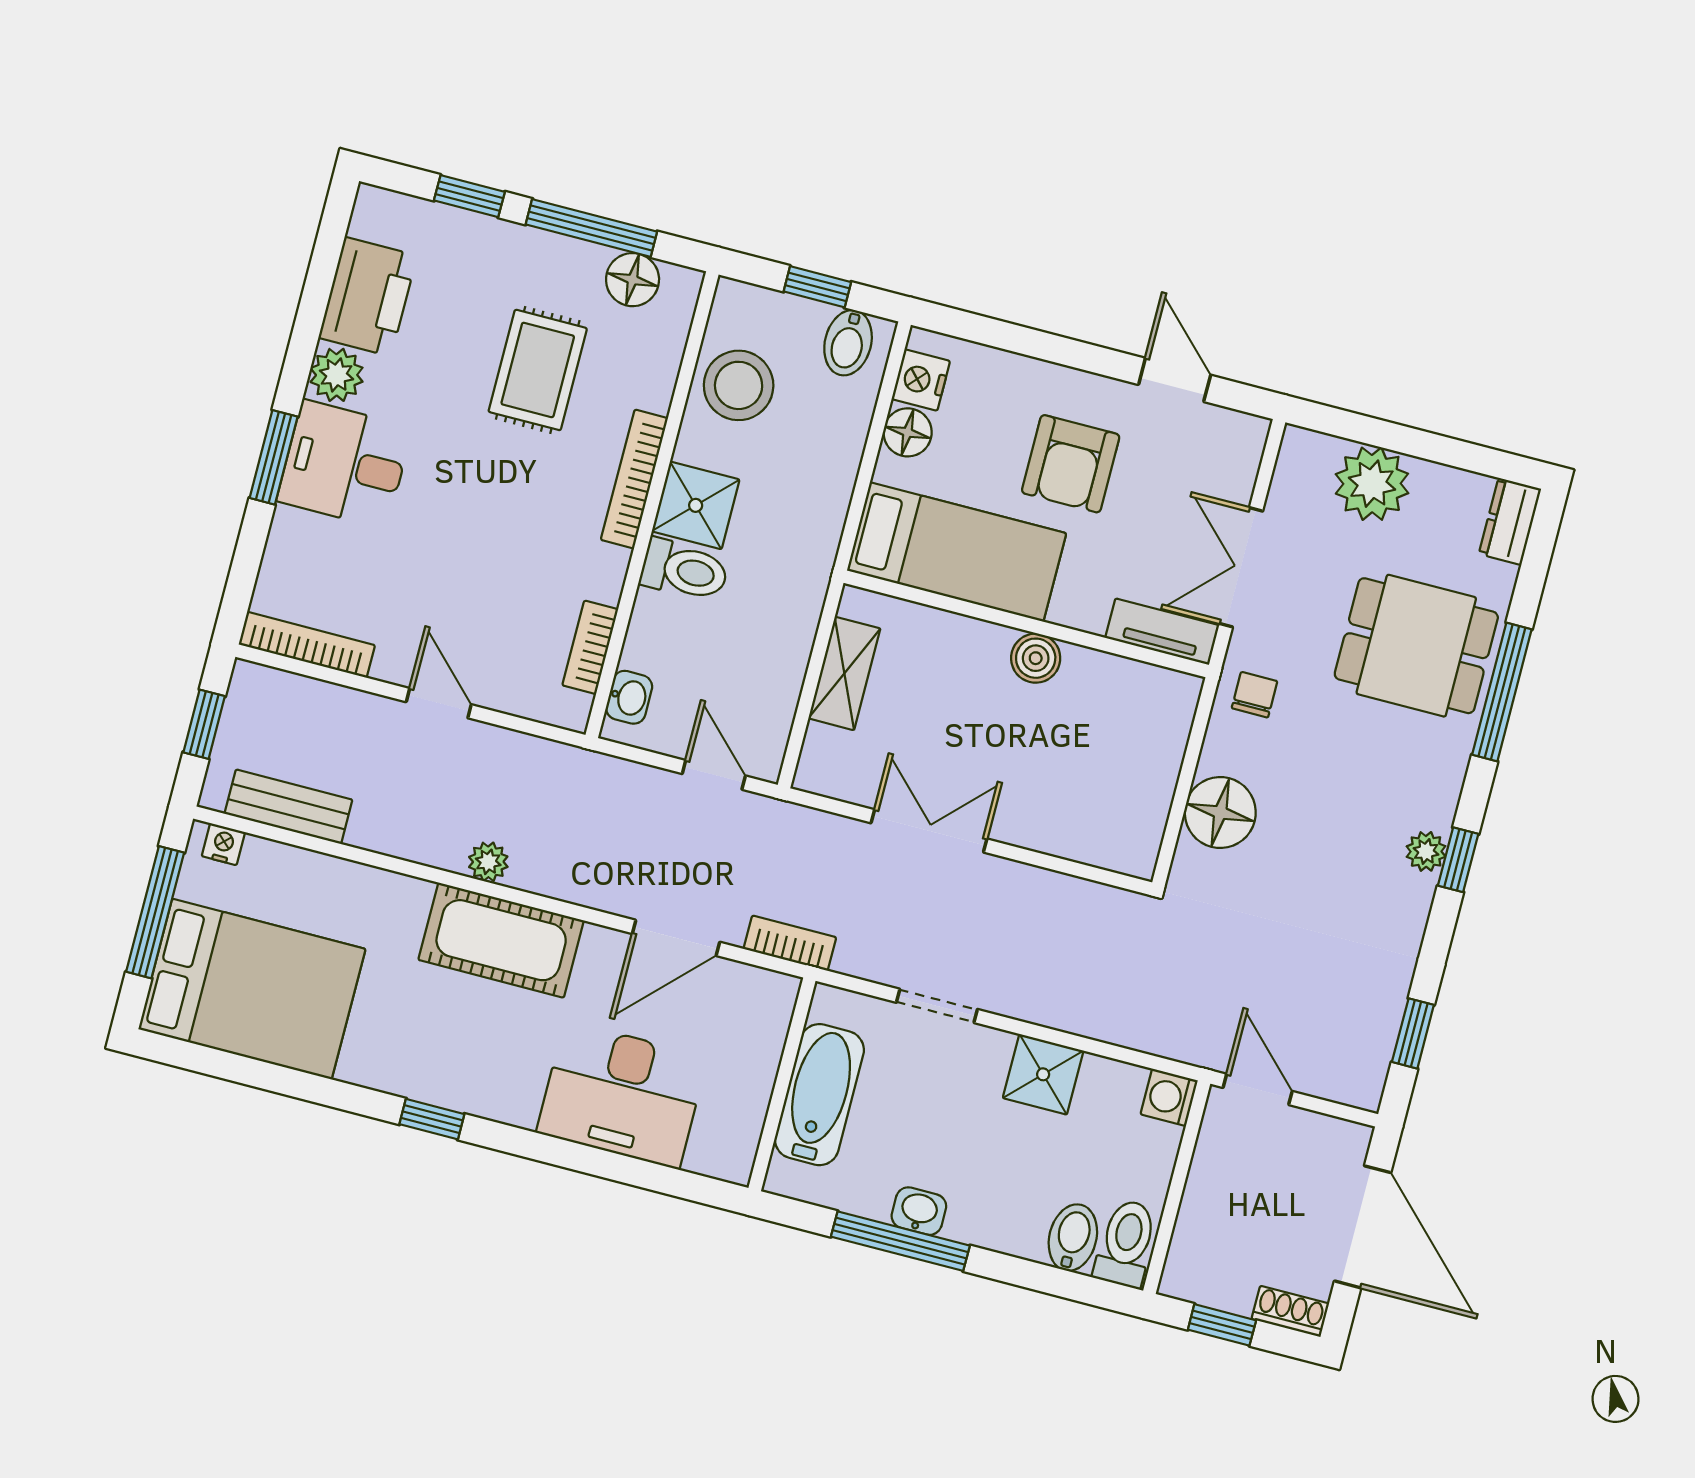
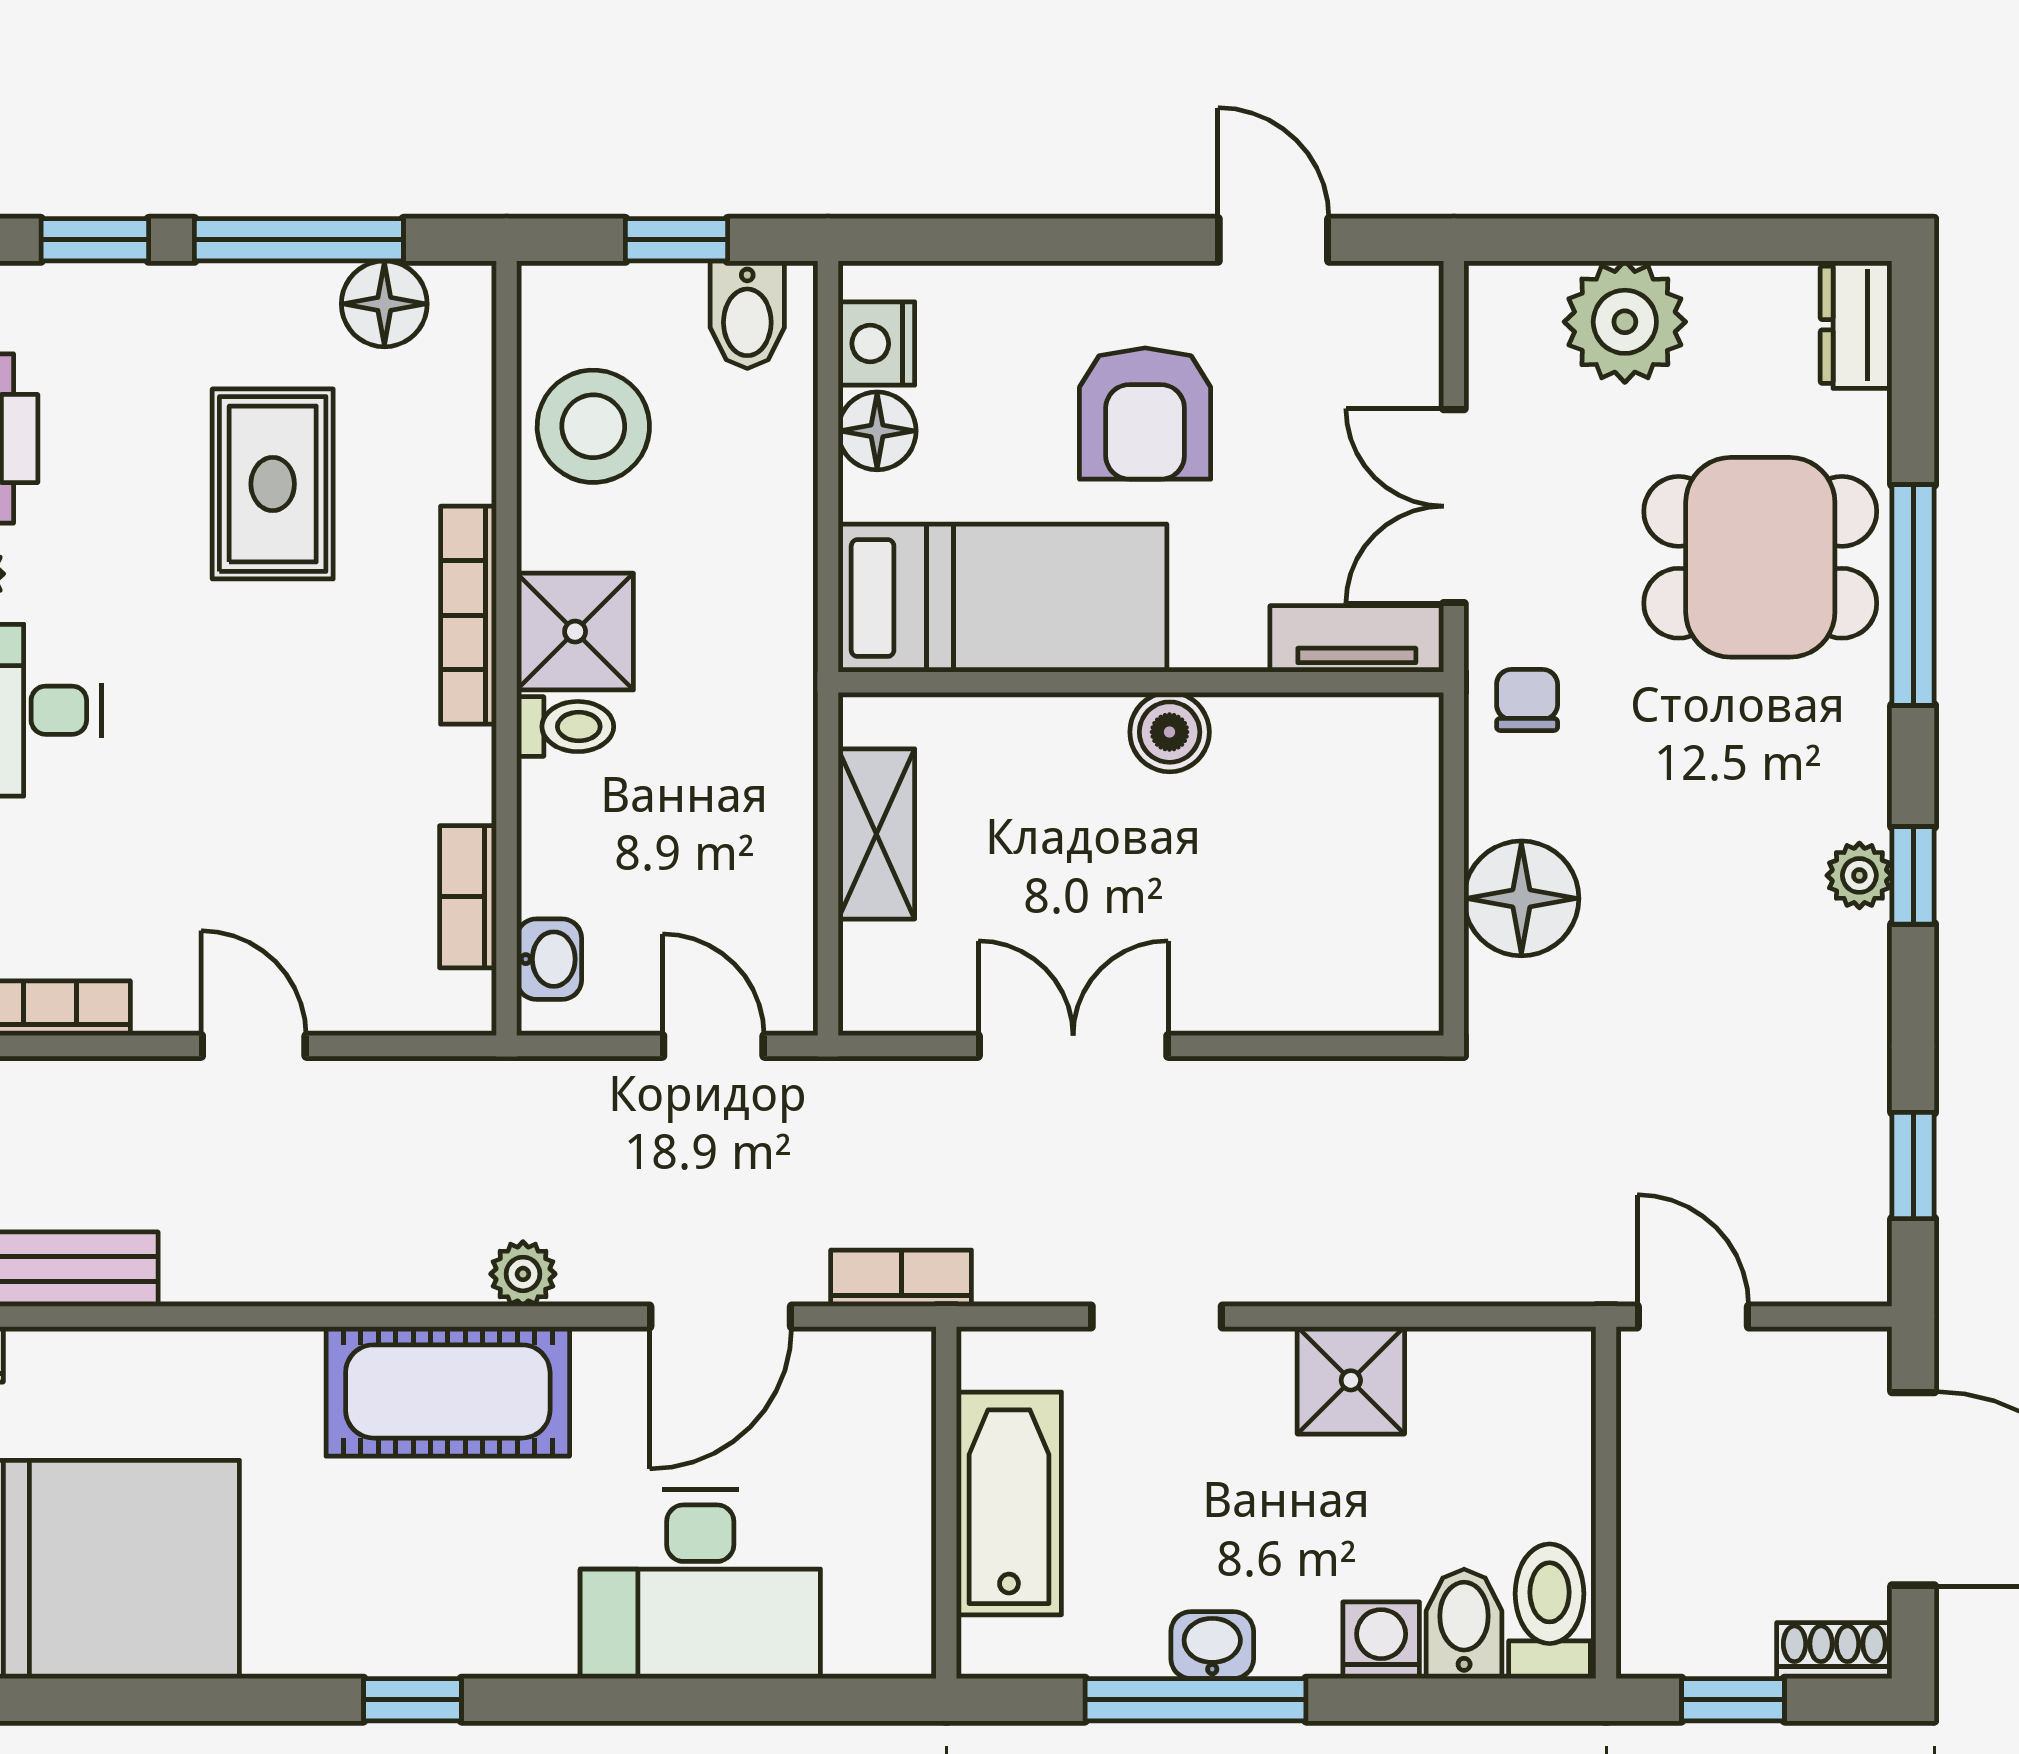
toilet: (684, 570) -> (565, 727), width x0.73, depth x0.72
plant: (488, 862) -> (523, 1274), moved
washing machine: (1169, 1097) -> (1381, 1640), moved, turned 90

